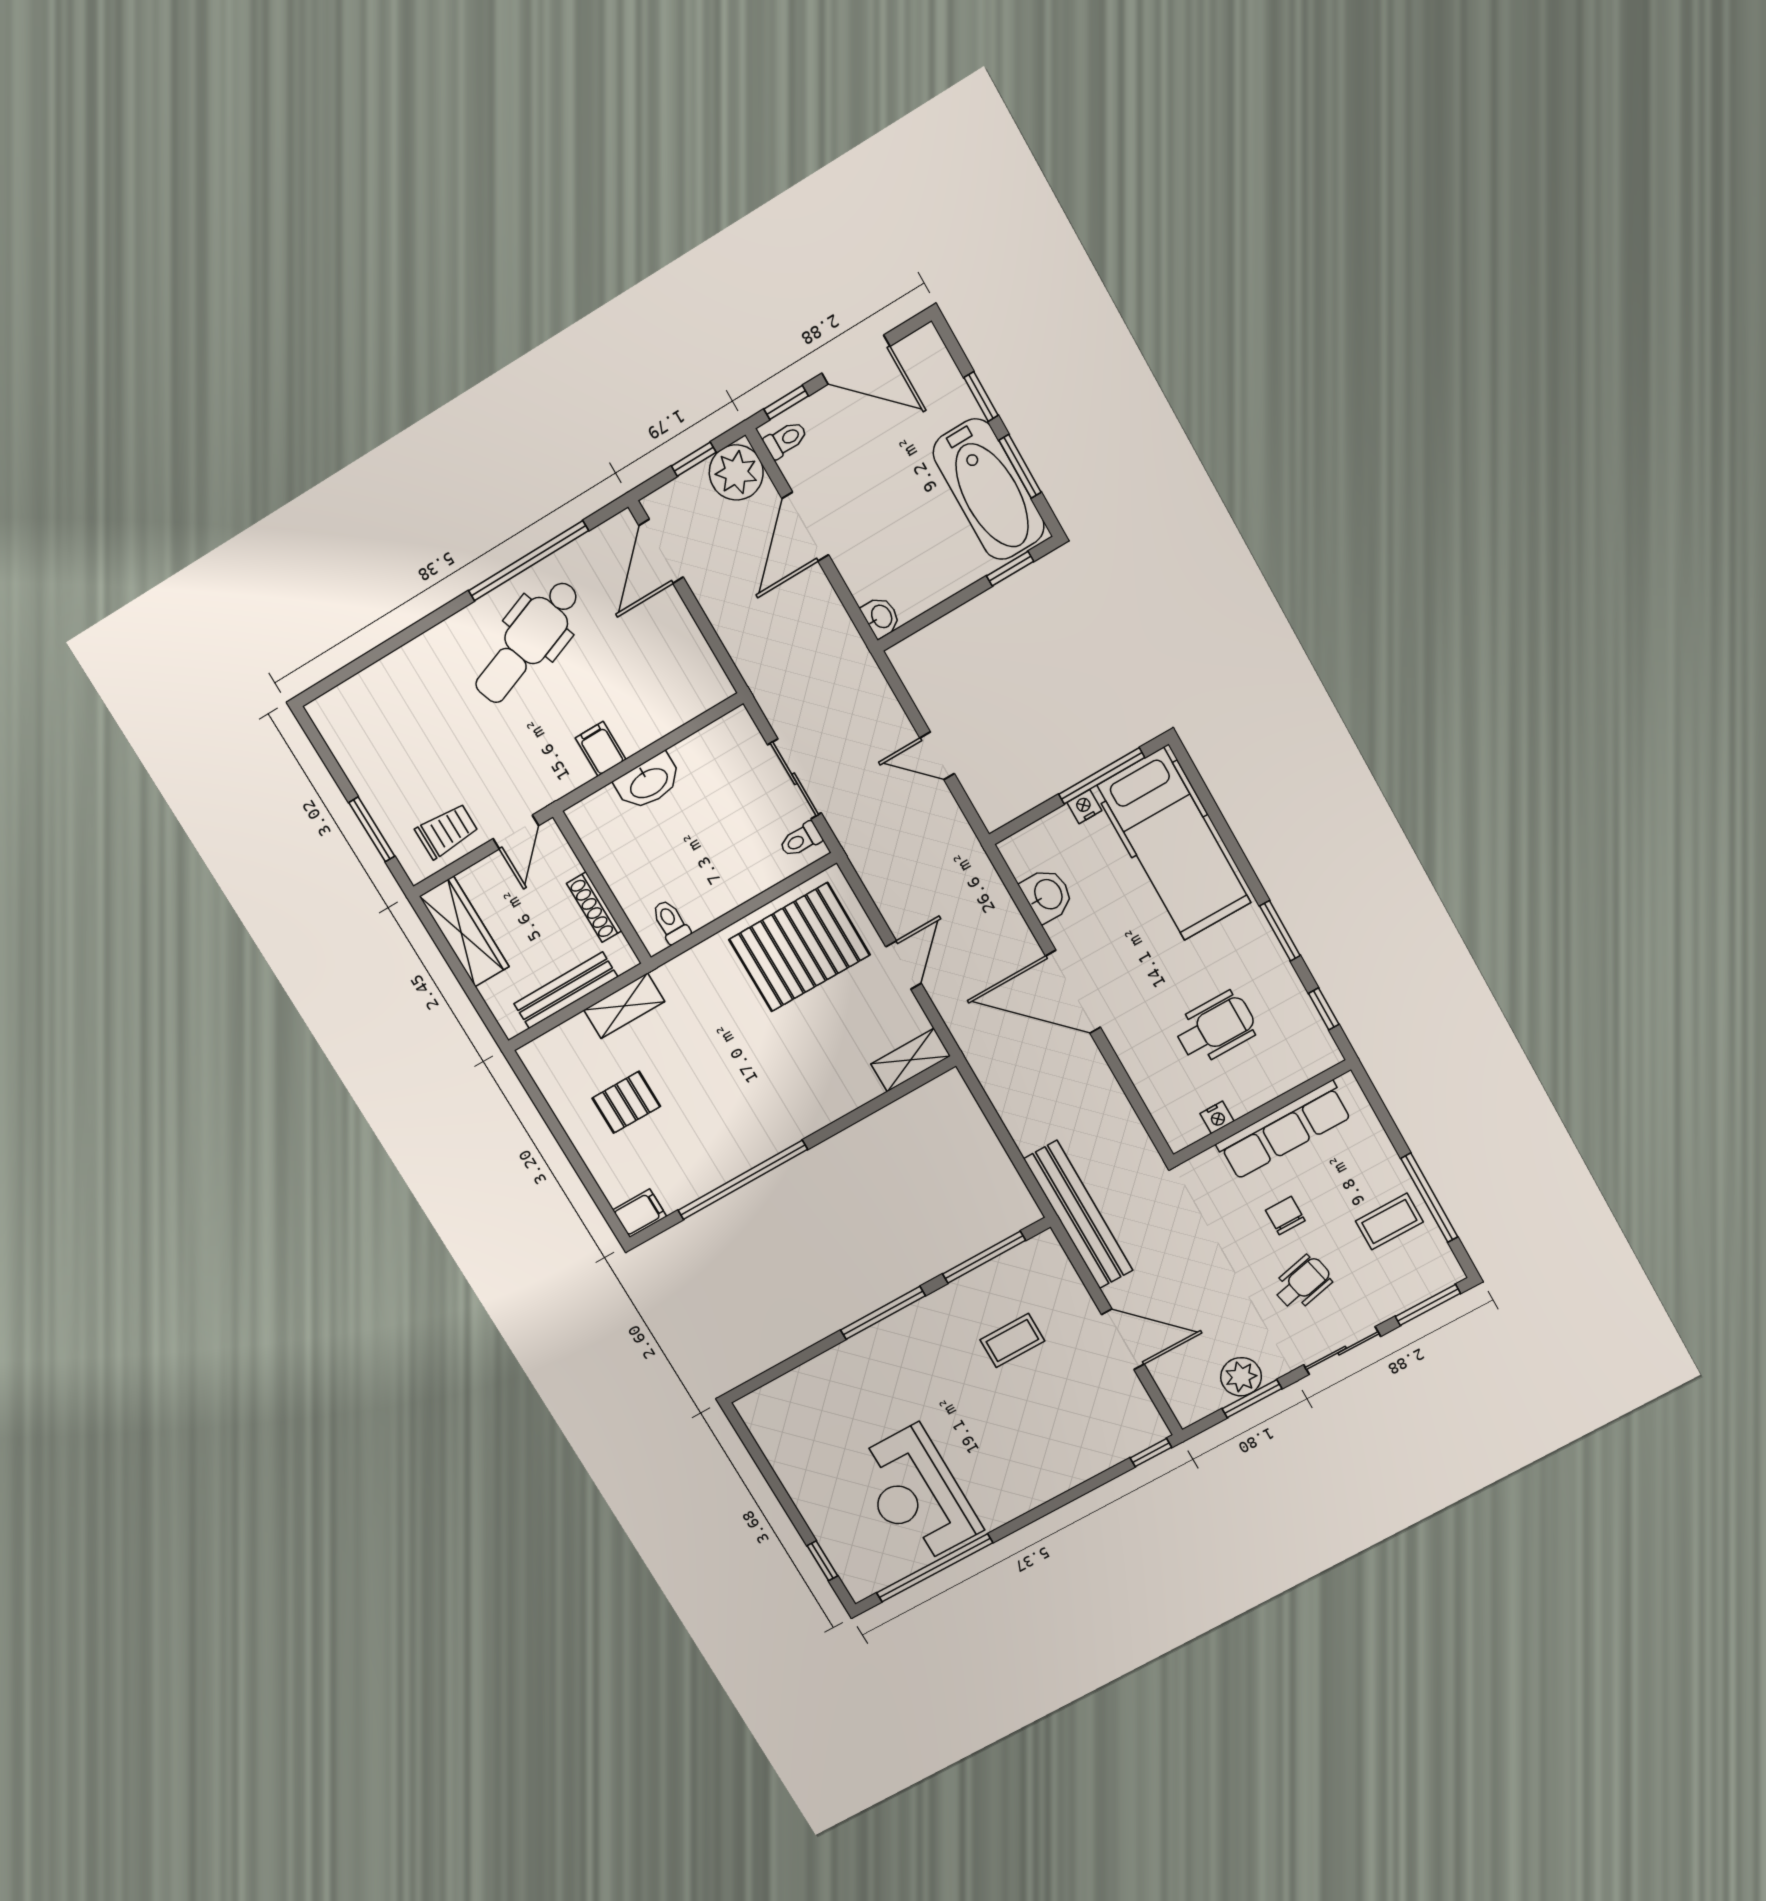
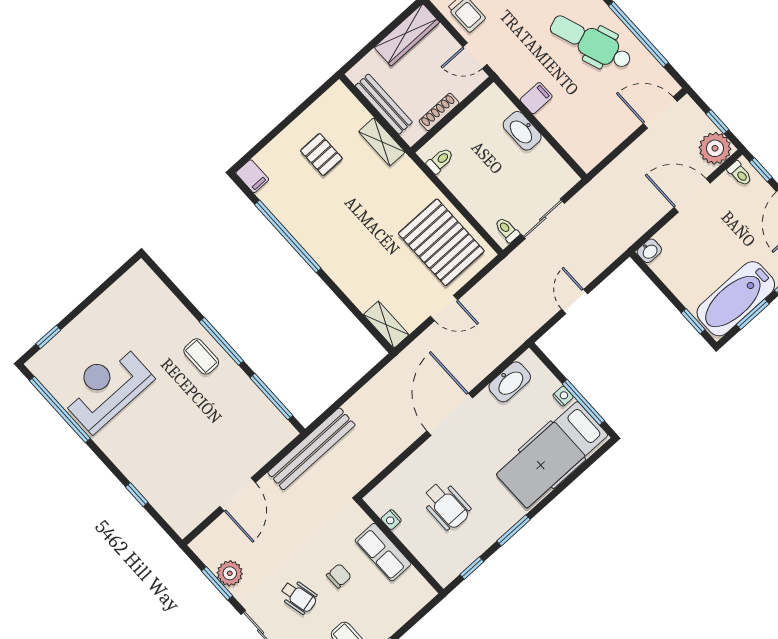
washbasin: (1047, 895) -> (510, 382), width x1.38
row of seats: (1284, 1130) -> (383, 552), width x0.68
coffee table: (1012, 1340) -> (201, 356), moved
window: (1151, 1453) -> (137, 495), moved

